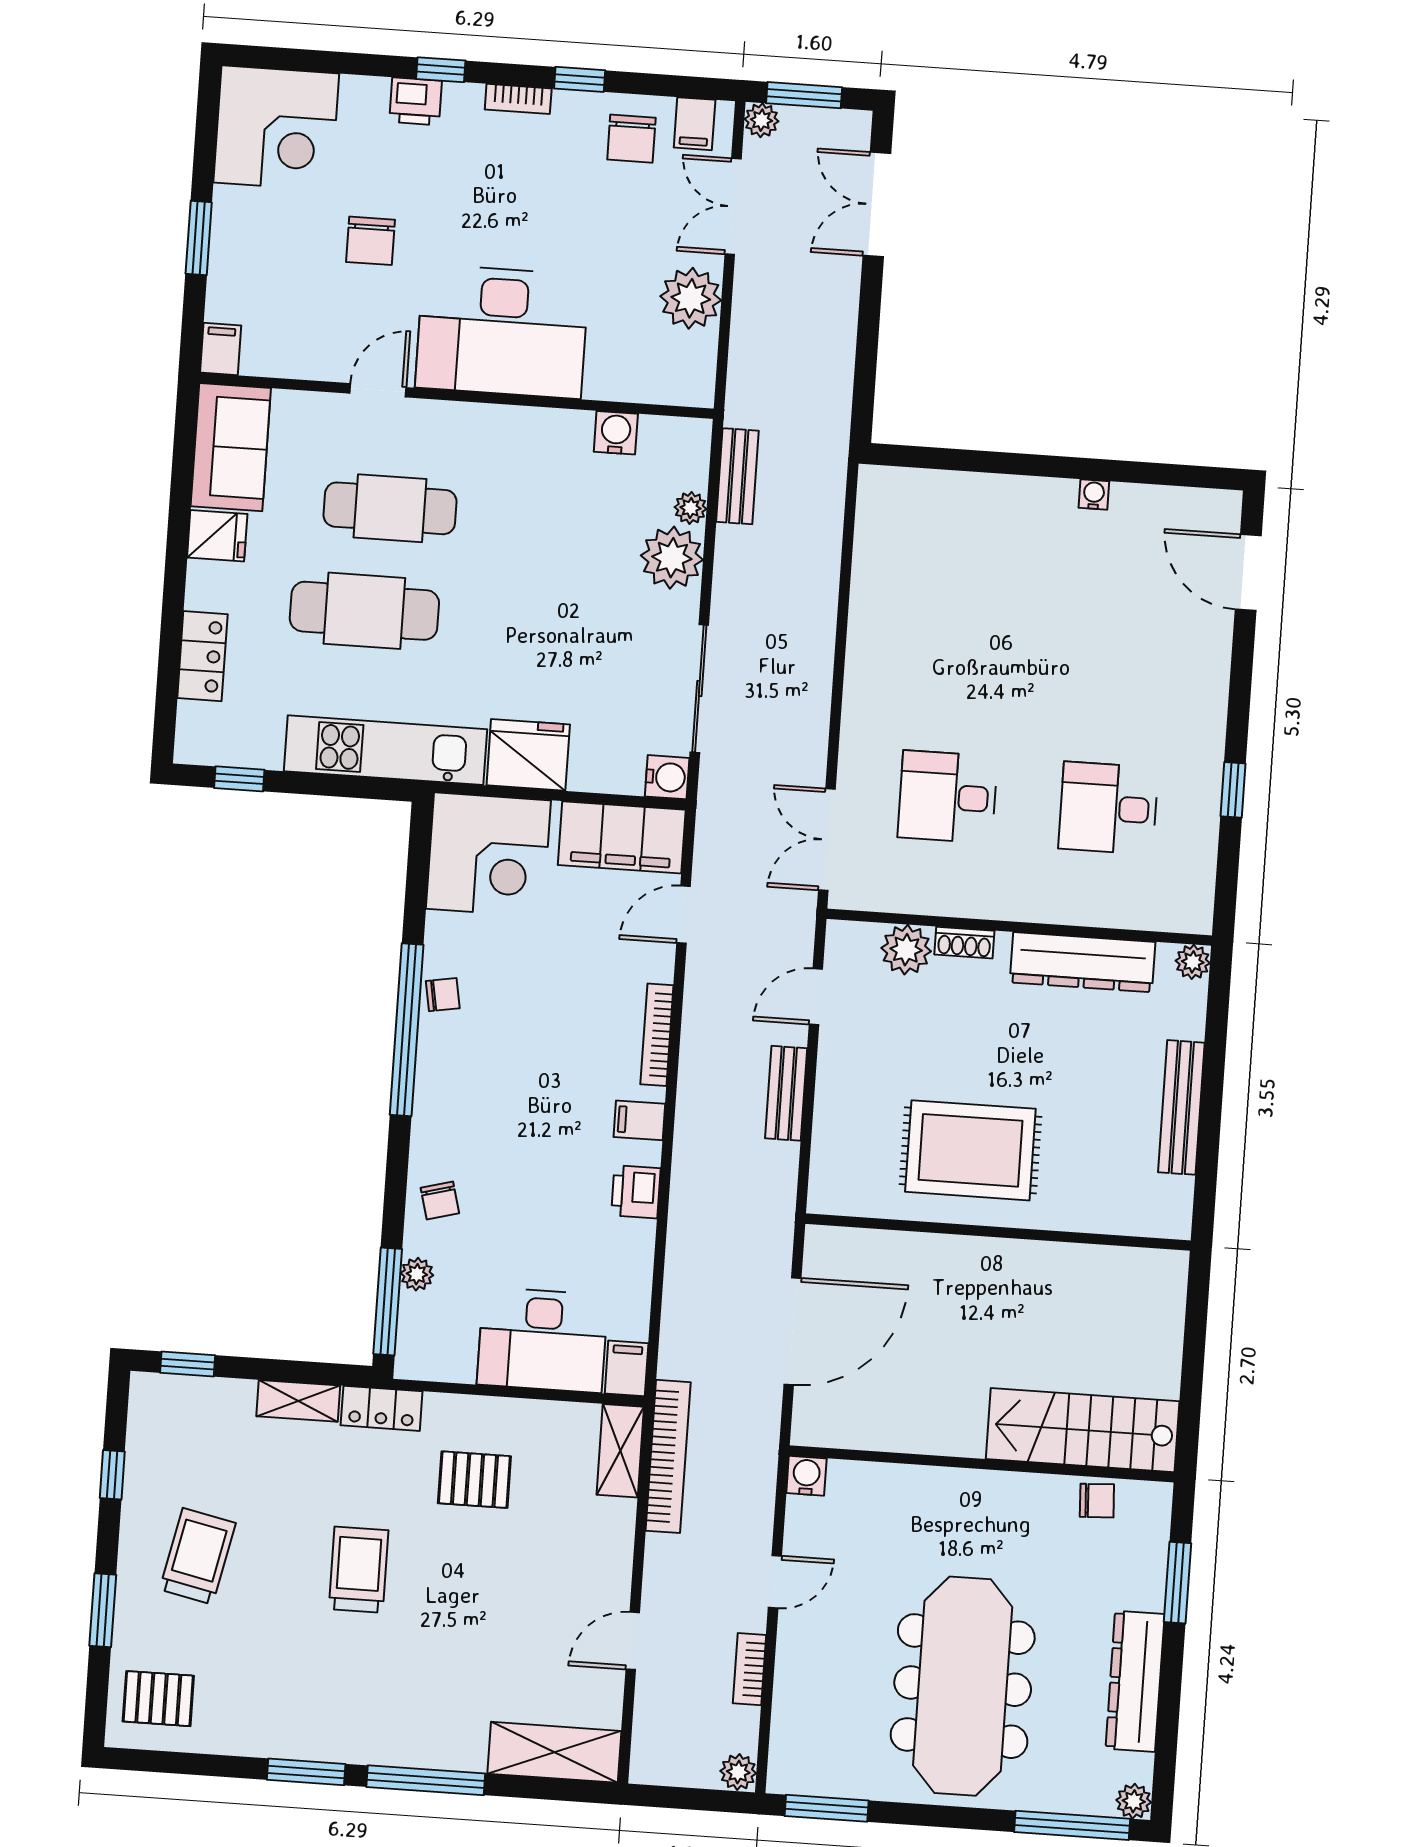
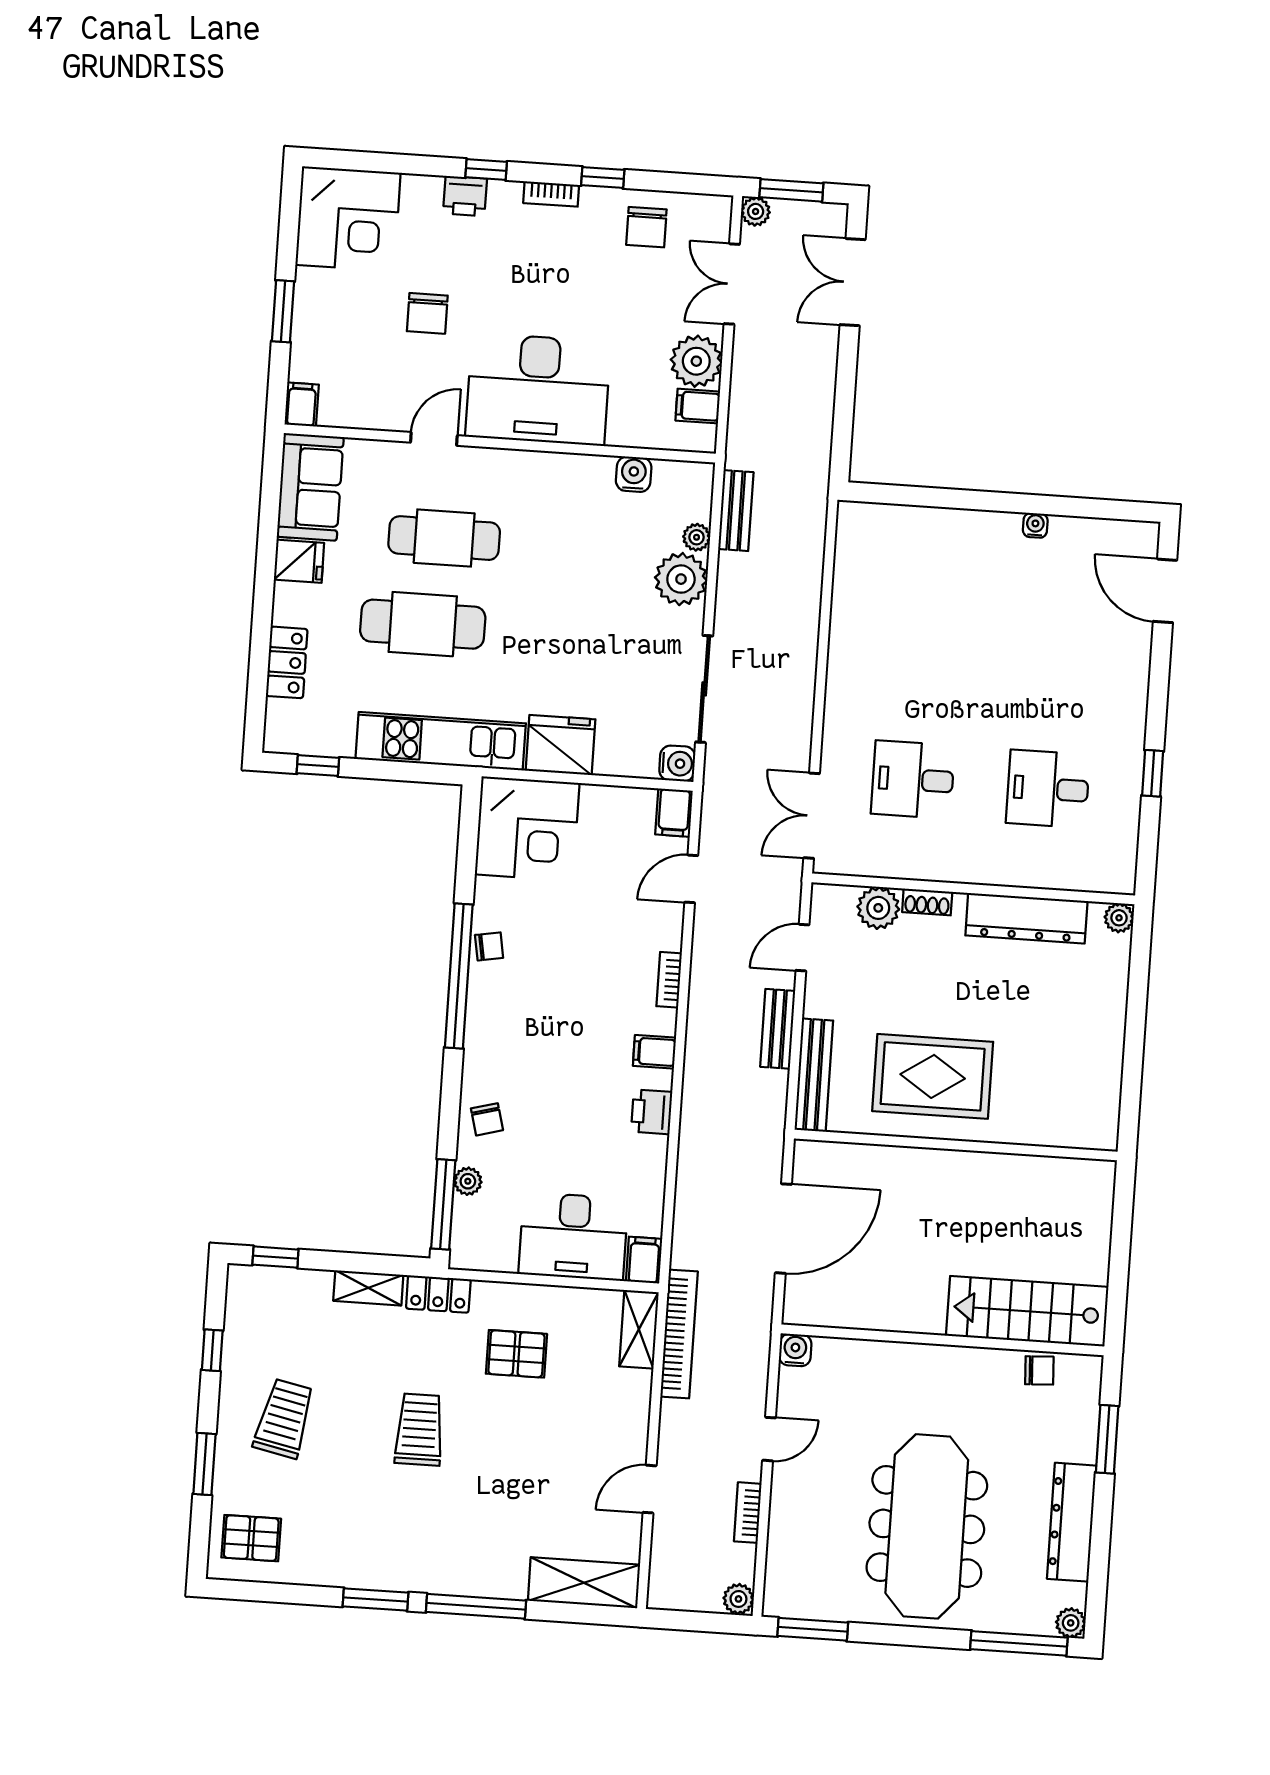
filing cabinet: (695, 124) -> (698, 406), moved, turned 90
filing cabinet: (622, 837) -> (674, 813), width x0.33, depth x0.86
bookcase: (657, 1035) -> (669, 980), width x0.64
bench: (1181, 1107) -> (814, 1075), moved

